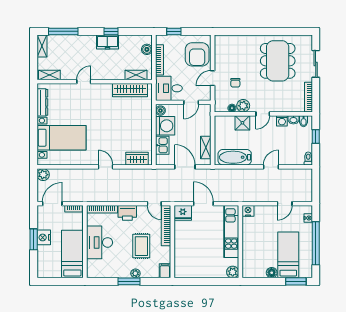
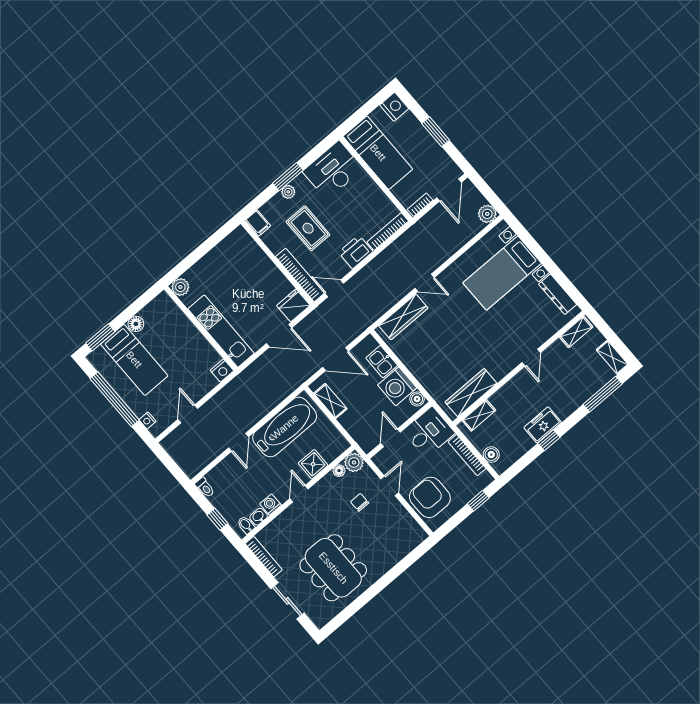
plant: (243, 106) -> (354, 462), moved
bathtub: (235, 157) -> (285, 427), width x1.36, depth x1.36
wardrobe: (137, 159) -> (403, 317), width x1.50
nightstand: (44, 237) -> (394, 107), moved
desk: (99, 242) -> (333, 170), moved, turned -90

